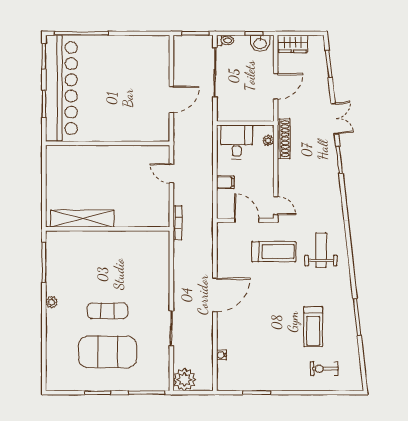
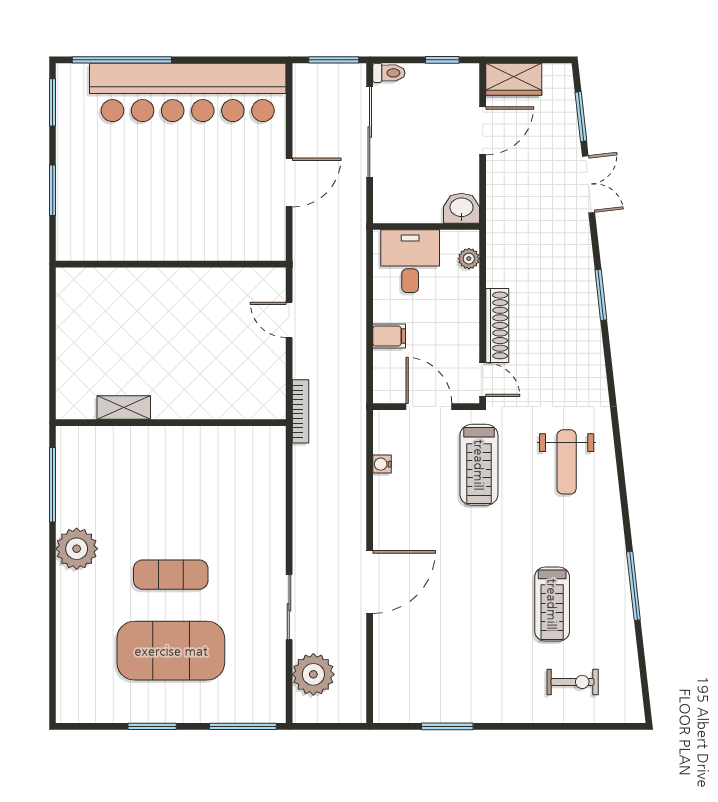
washbasin: (260, 43) -> (461, 208), moved, turned 180
door: (276, 86) -> (483, 131), moved
bar counter: (61, 88) -> (188, 92), moved, turned 90
double door: (335, 119) -> (588, 184), moved
shoe rack: (284, 139) -> (497, 325), moved
shelving: (82, 219) -> (124, 408), width x0.45, depth x0.75
weight bench: (321, 250) -> (567, 462), turned 180
treadmill: (274, 252) -> (479, 465), turned 90
door: (215, 295) -> (370, 582), moved
plant: (52, 302) -> (77, 549), width x1.87, depth x1.87
water cooler: (221, 355) -> (382, 464), moved
exercise bike: (324, 369) -> (573, 682), turned 180
plant: (184, 380) -> (313, 674), moved

